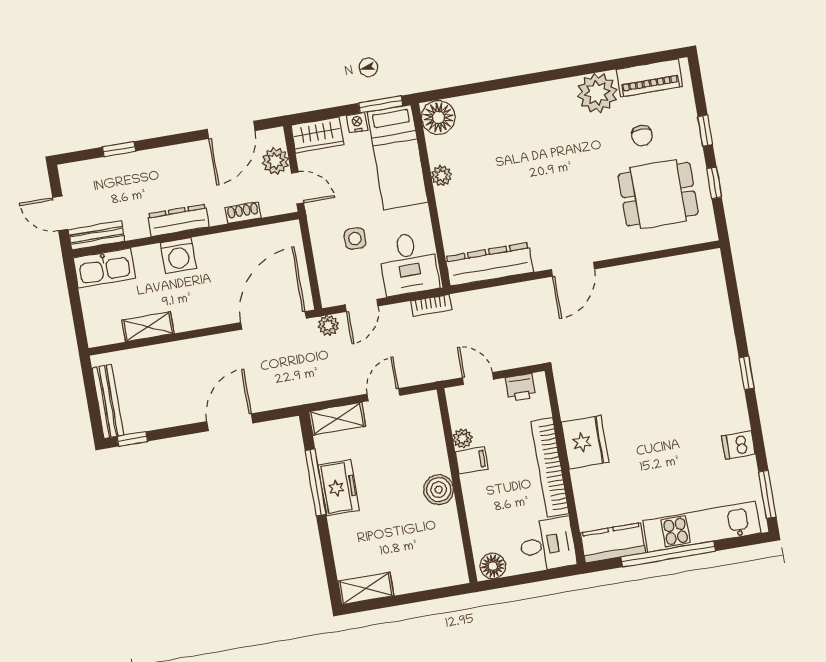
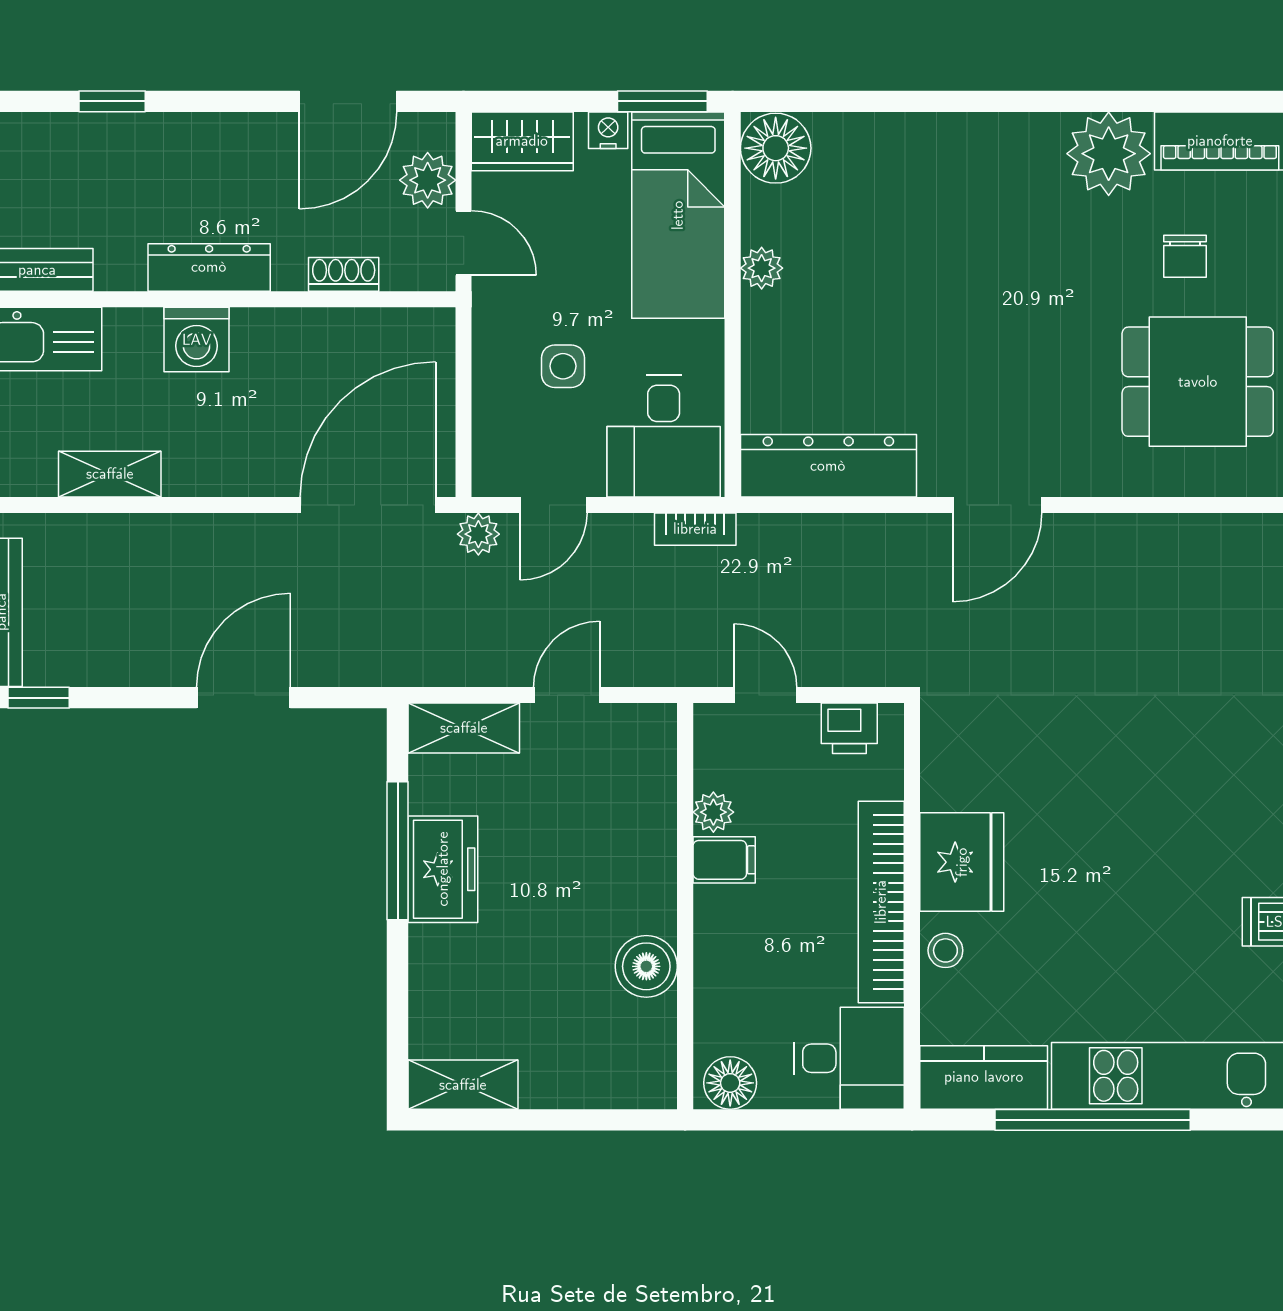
stool: (584, 485) -> (945, 950), added
boiler: (439, 490) -> (646, 966), moved

